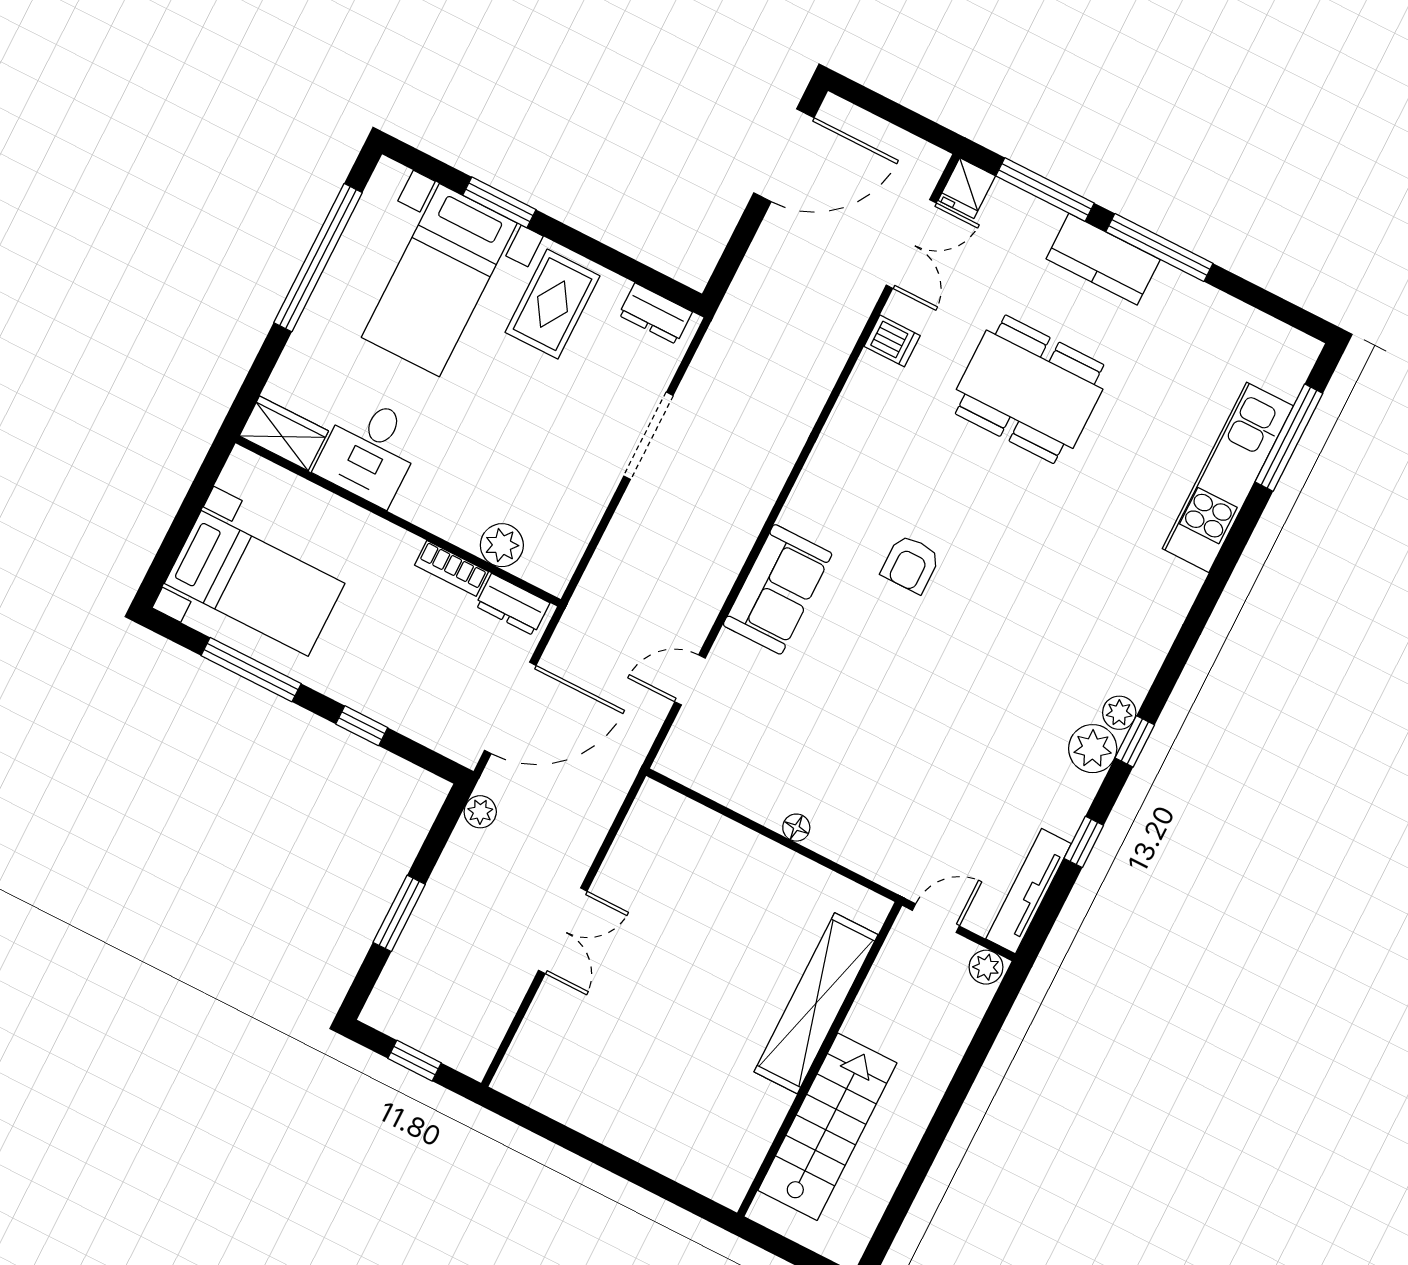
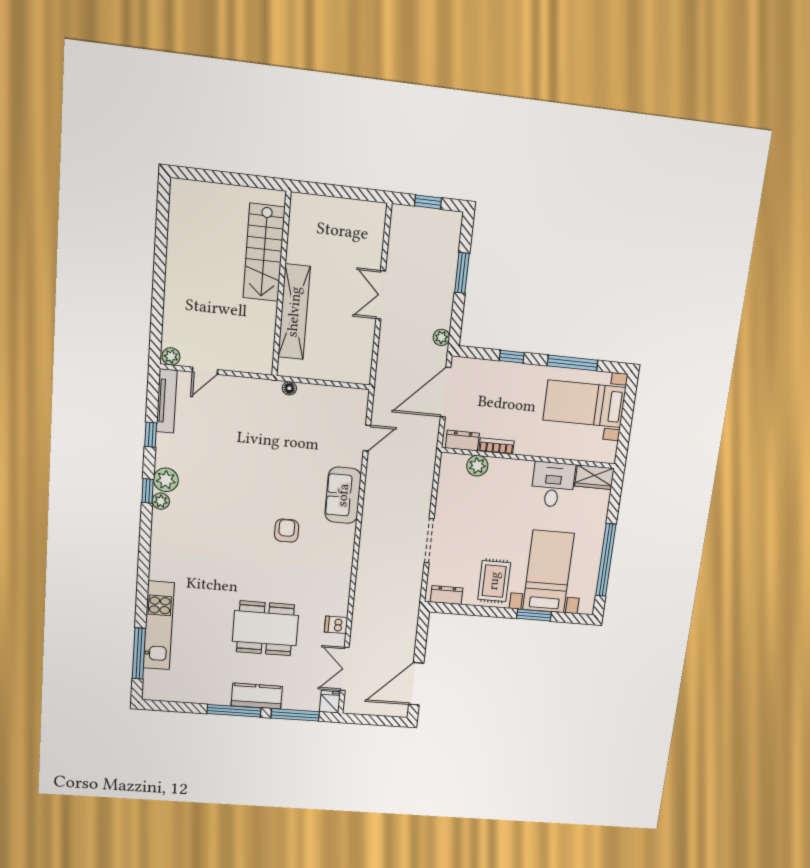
shelving: (816, 1003) -> (294, 312), moved
wall: (820, 1059) -> (281, 285), moved
stairs: (827, 1127) -> (264, 253), moved

